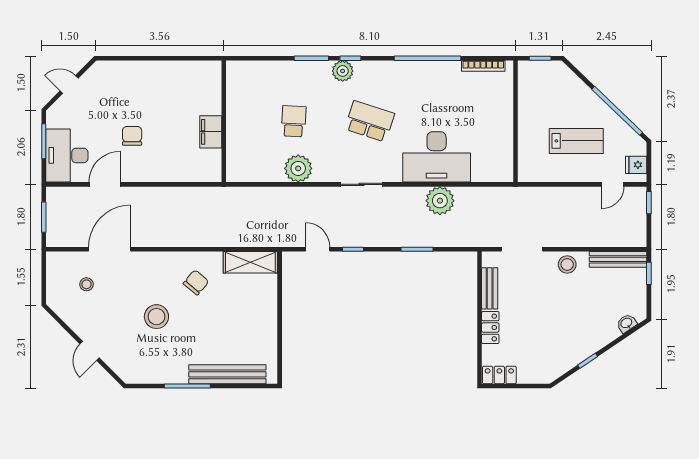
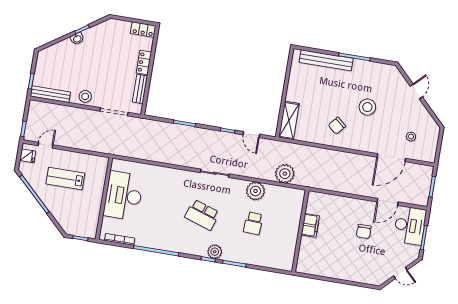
desk: (437, 157) -> (123, 196), moved, turned -90
plant: (440, 201) -> (285, 174), moved
shelving: (250, 262) -> (289, 120), moved, turned 90
washbasin: (627, 323) -> (77, 39), moved

